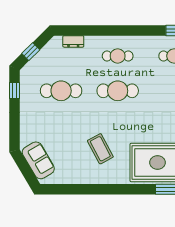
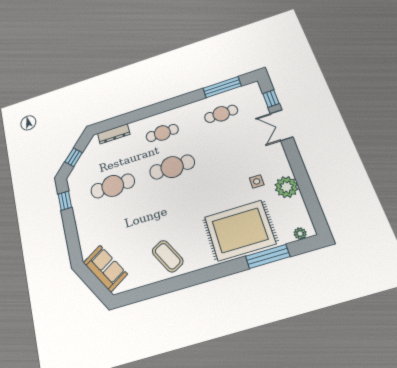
dresser: (73, 41) -> (114, 134), width x1.44
coffee table: (100, 149) -> (168, 256), moved

